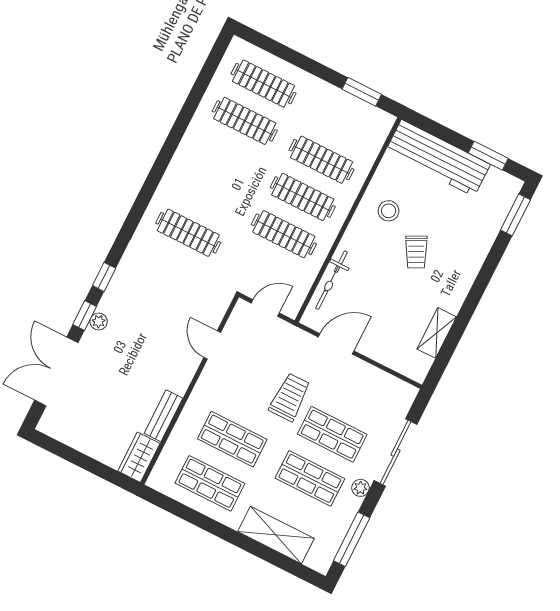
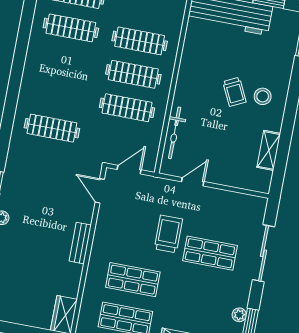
stool: (389, 211) -> (263, 96), moved
door: (336, 344) -> (193, 182), width x0.73
door: (212, 345) -> (100, 191), moved
bench: (164, 416) -> (80, 243), moved
shop shelf: (310, 478) -> (202, 293), removed
plant: (360, 488) -> (239, 315), moved

